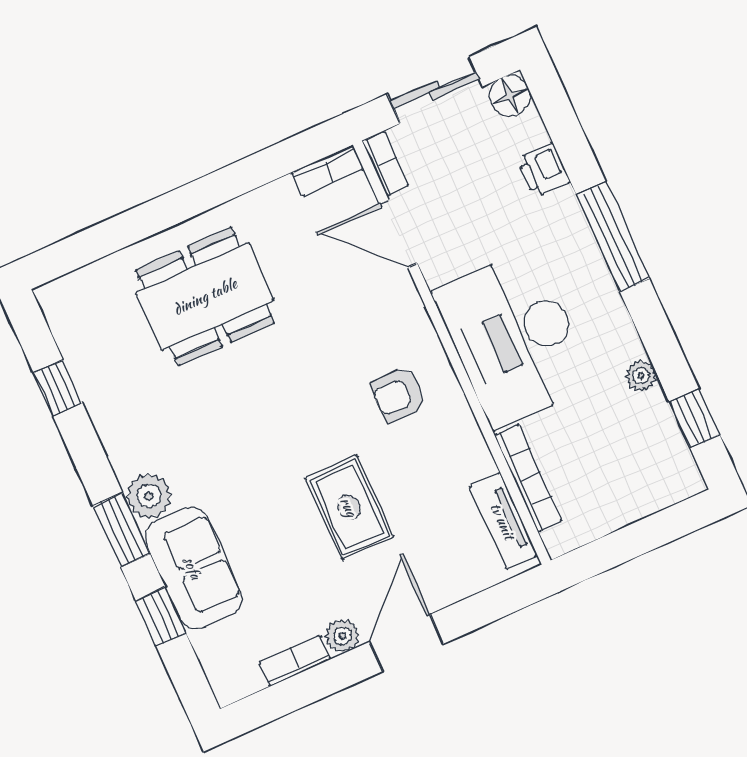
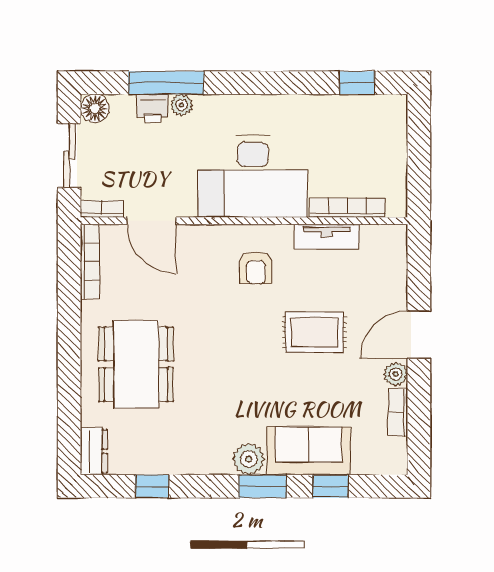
bookcase: (328, 170) -> (90, 261), width x1.56
door: (398, 233) -> (151, 221), hinge flipped
window: (613, 237) -> (166, 83), moved
dresser: (69, 293) -> (94, 451), added
plant: (641, 376) -> (182, 105), moved
tv unit: (503, 521) -> (327, 237), moved
door: (406, 643) -> (419, 335), hinge flipped

